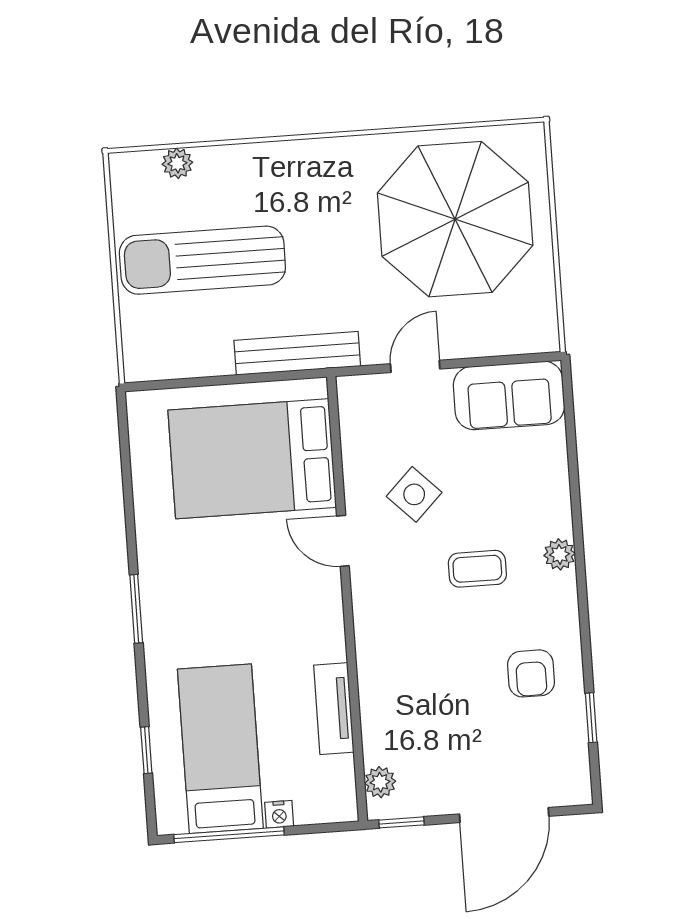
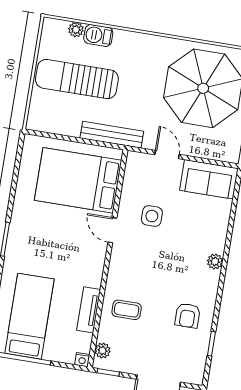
barbecue: (224, 164) -> (98, 35), added
door: (415, 366) -> (167, 155), hinge flipped
side table: (414, 494) -> (152, 216), turned 45
coffee table: (477, 569) -> (127, 310), moved
nightstand: (279, 814) -> (82, 360), moved

